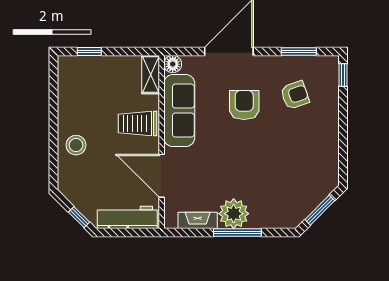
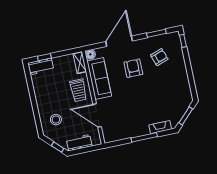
workbench: (79, 67) -> (41, 66), added
trolley: (138, 123) -> (78, 90), turned -90
stool: (76, 145) -> (56, 120), moved
plant: (234, 214) -> (140, 128), removed
workbench: (127, 217) -> (79, 143), width x0.73
fireplace: (198, 220) -> (160, 127), moved

